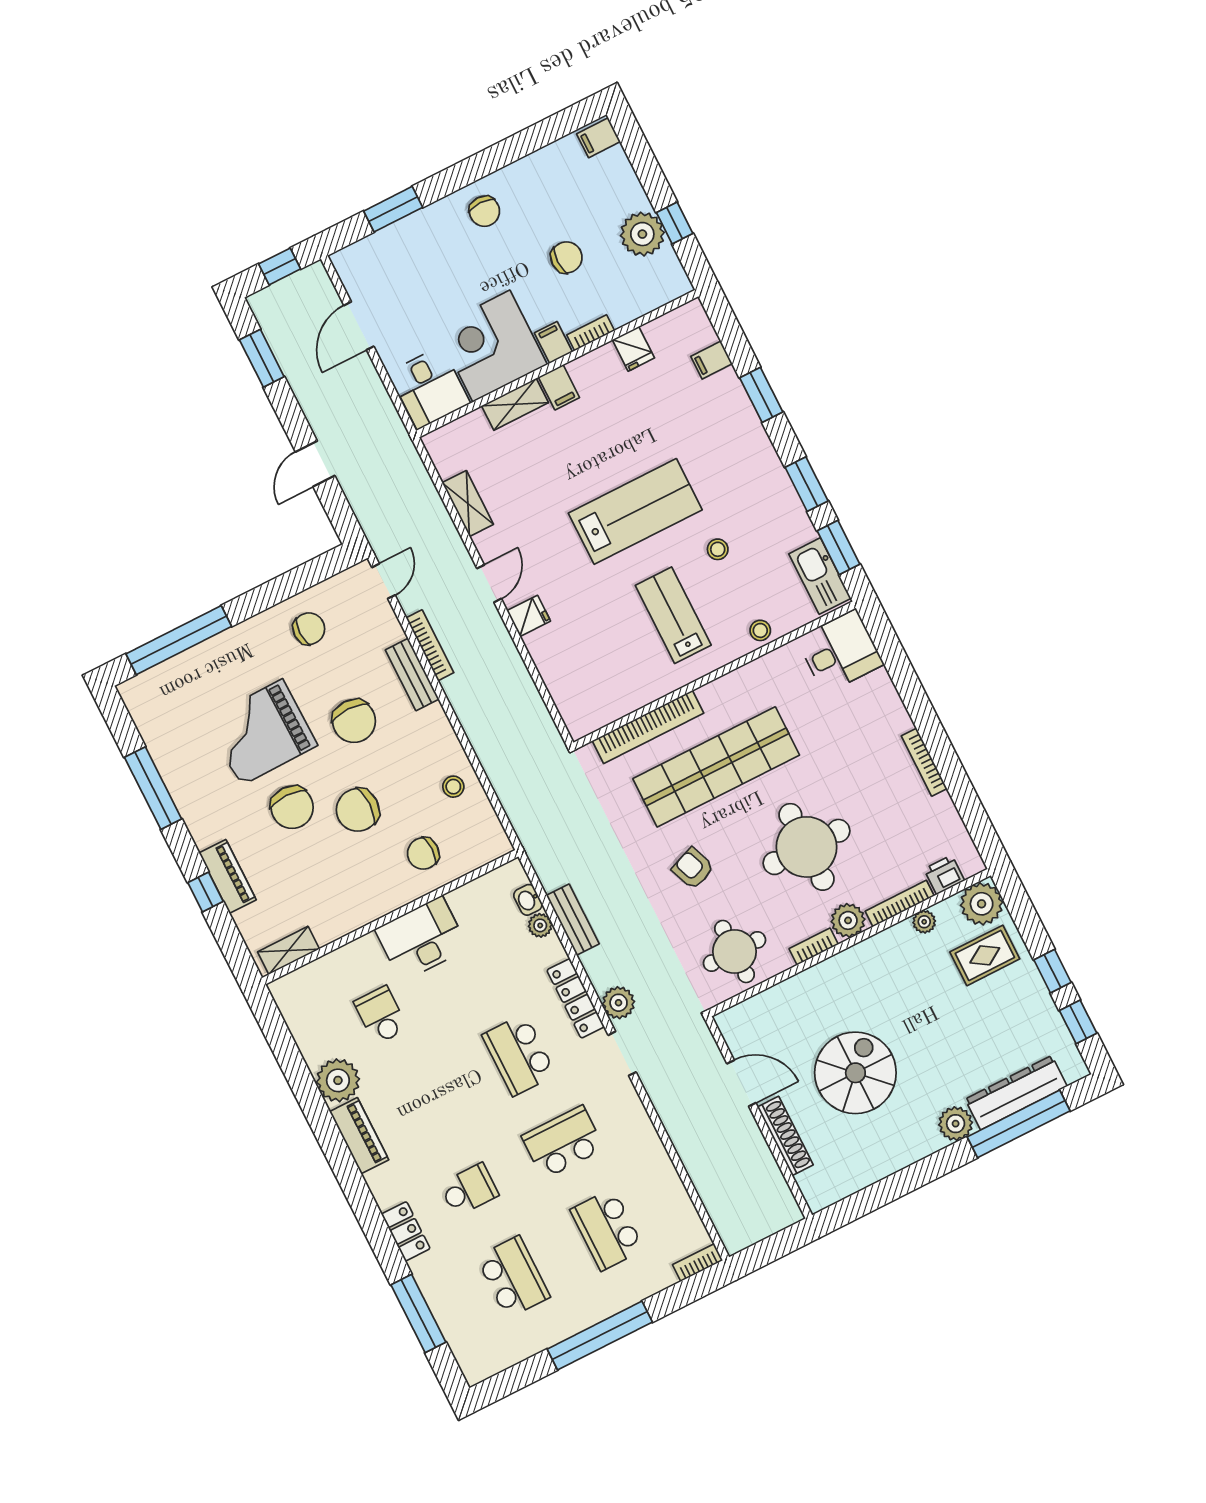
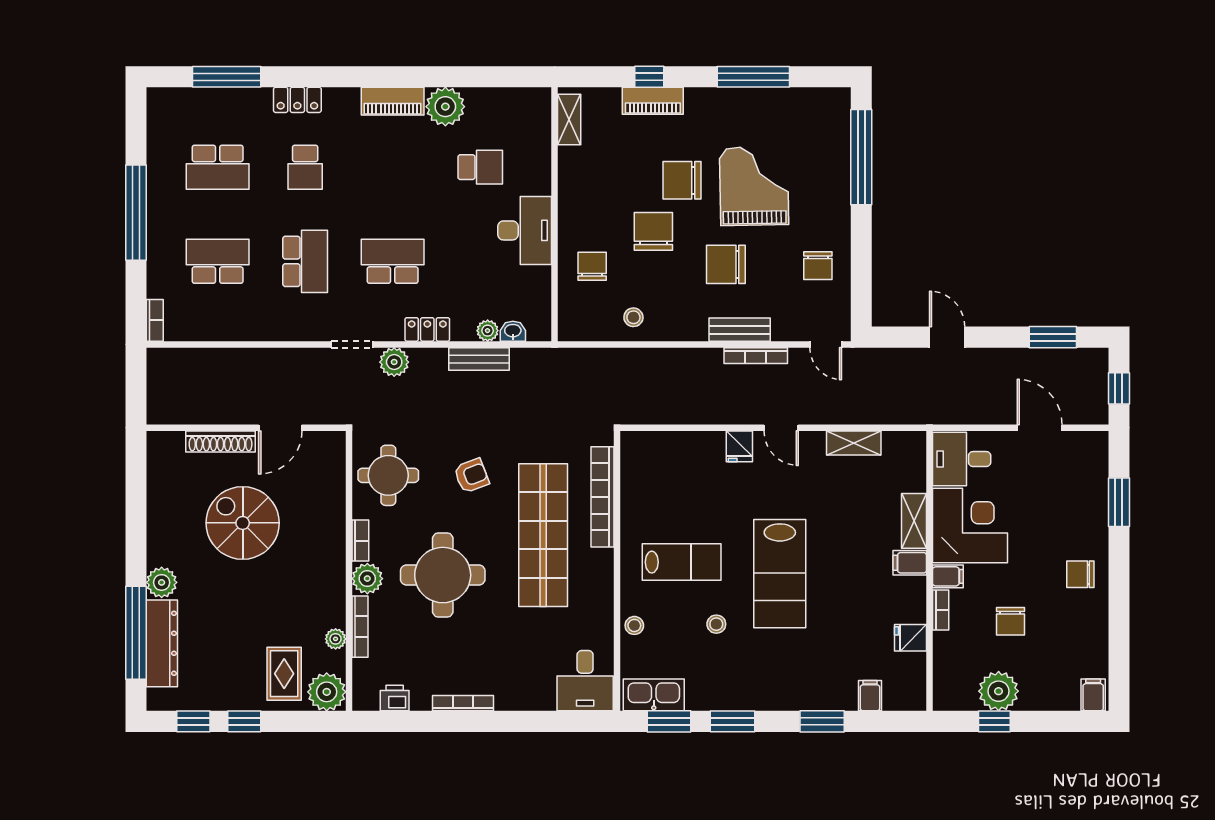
printer: (944, 875) -> (395, 698), moved, turned -90
locker: (576, 998) -> (427, 329), width x0.66
spiral stairs: (855, 1073) -> (243, 523), turned 180

